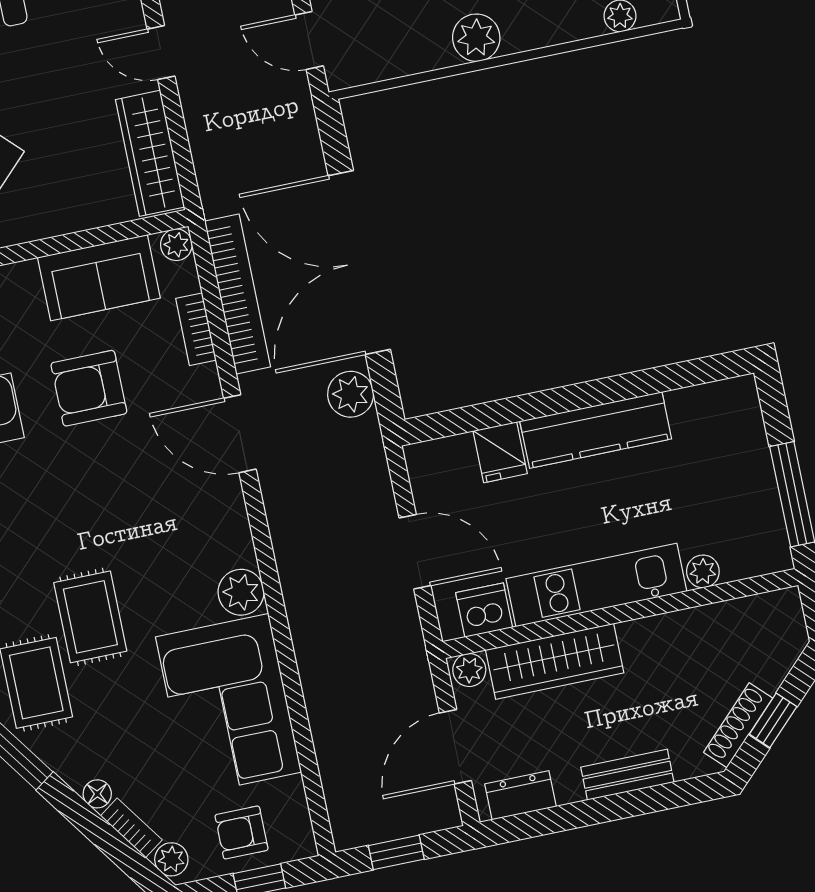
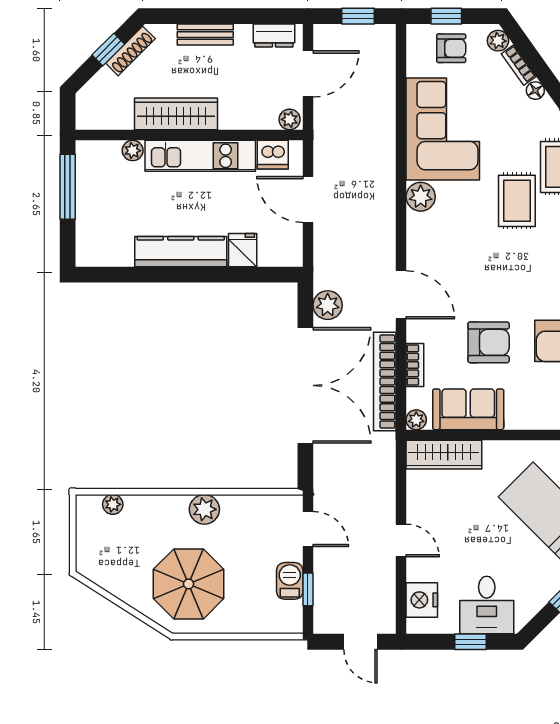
wardrobe: (150, 153) -> (444, 455), moved, turned 90
wardrobe: (555, 661) -> (176, 114), moved

